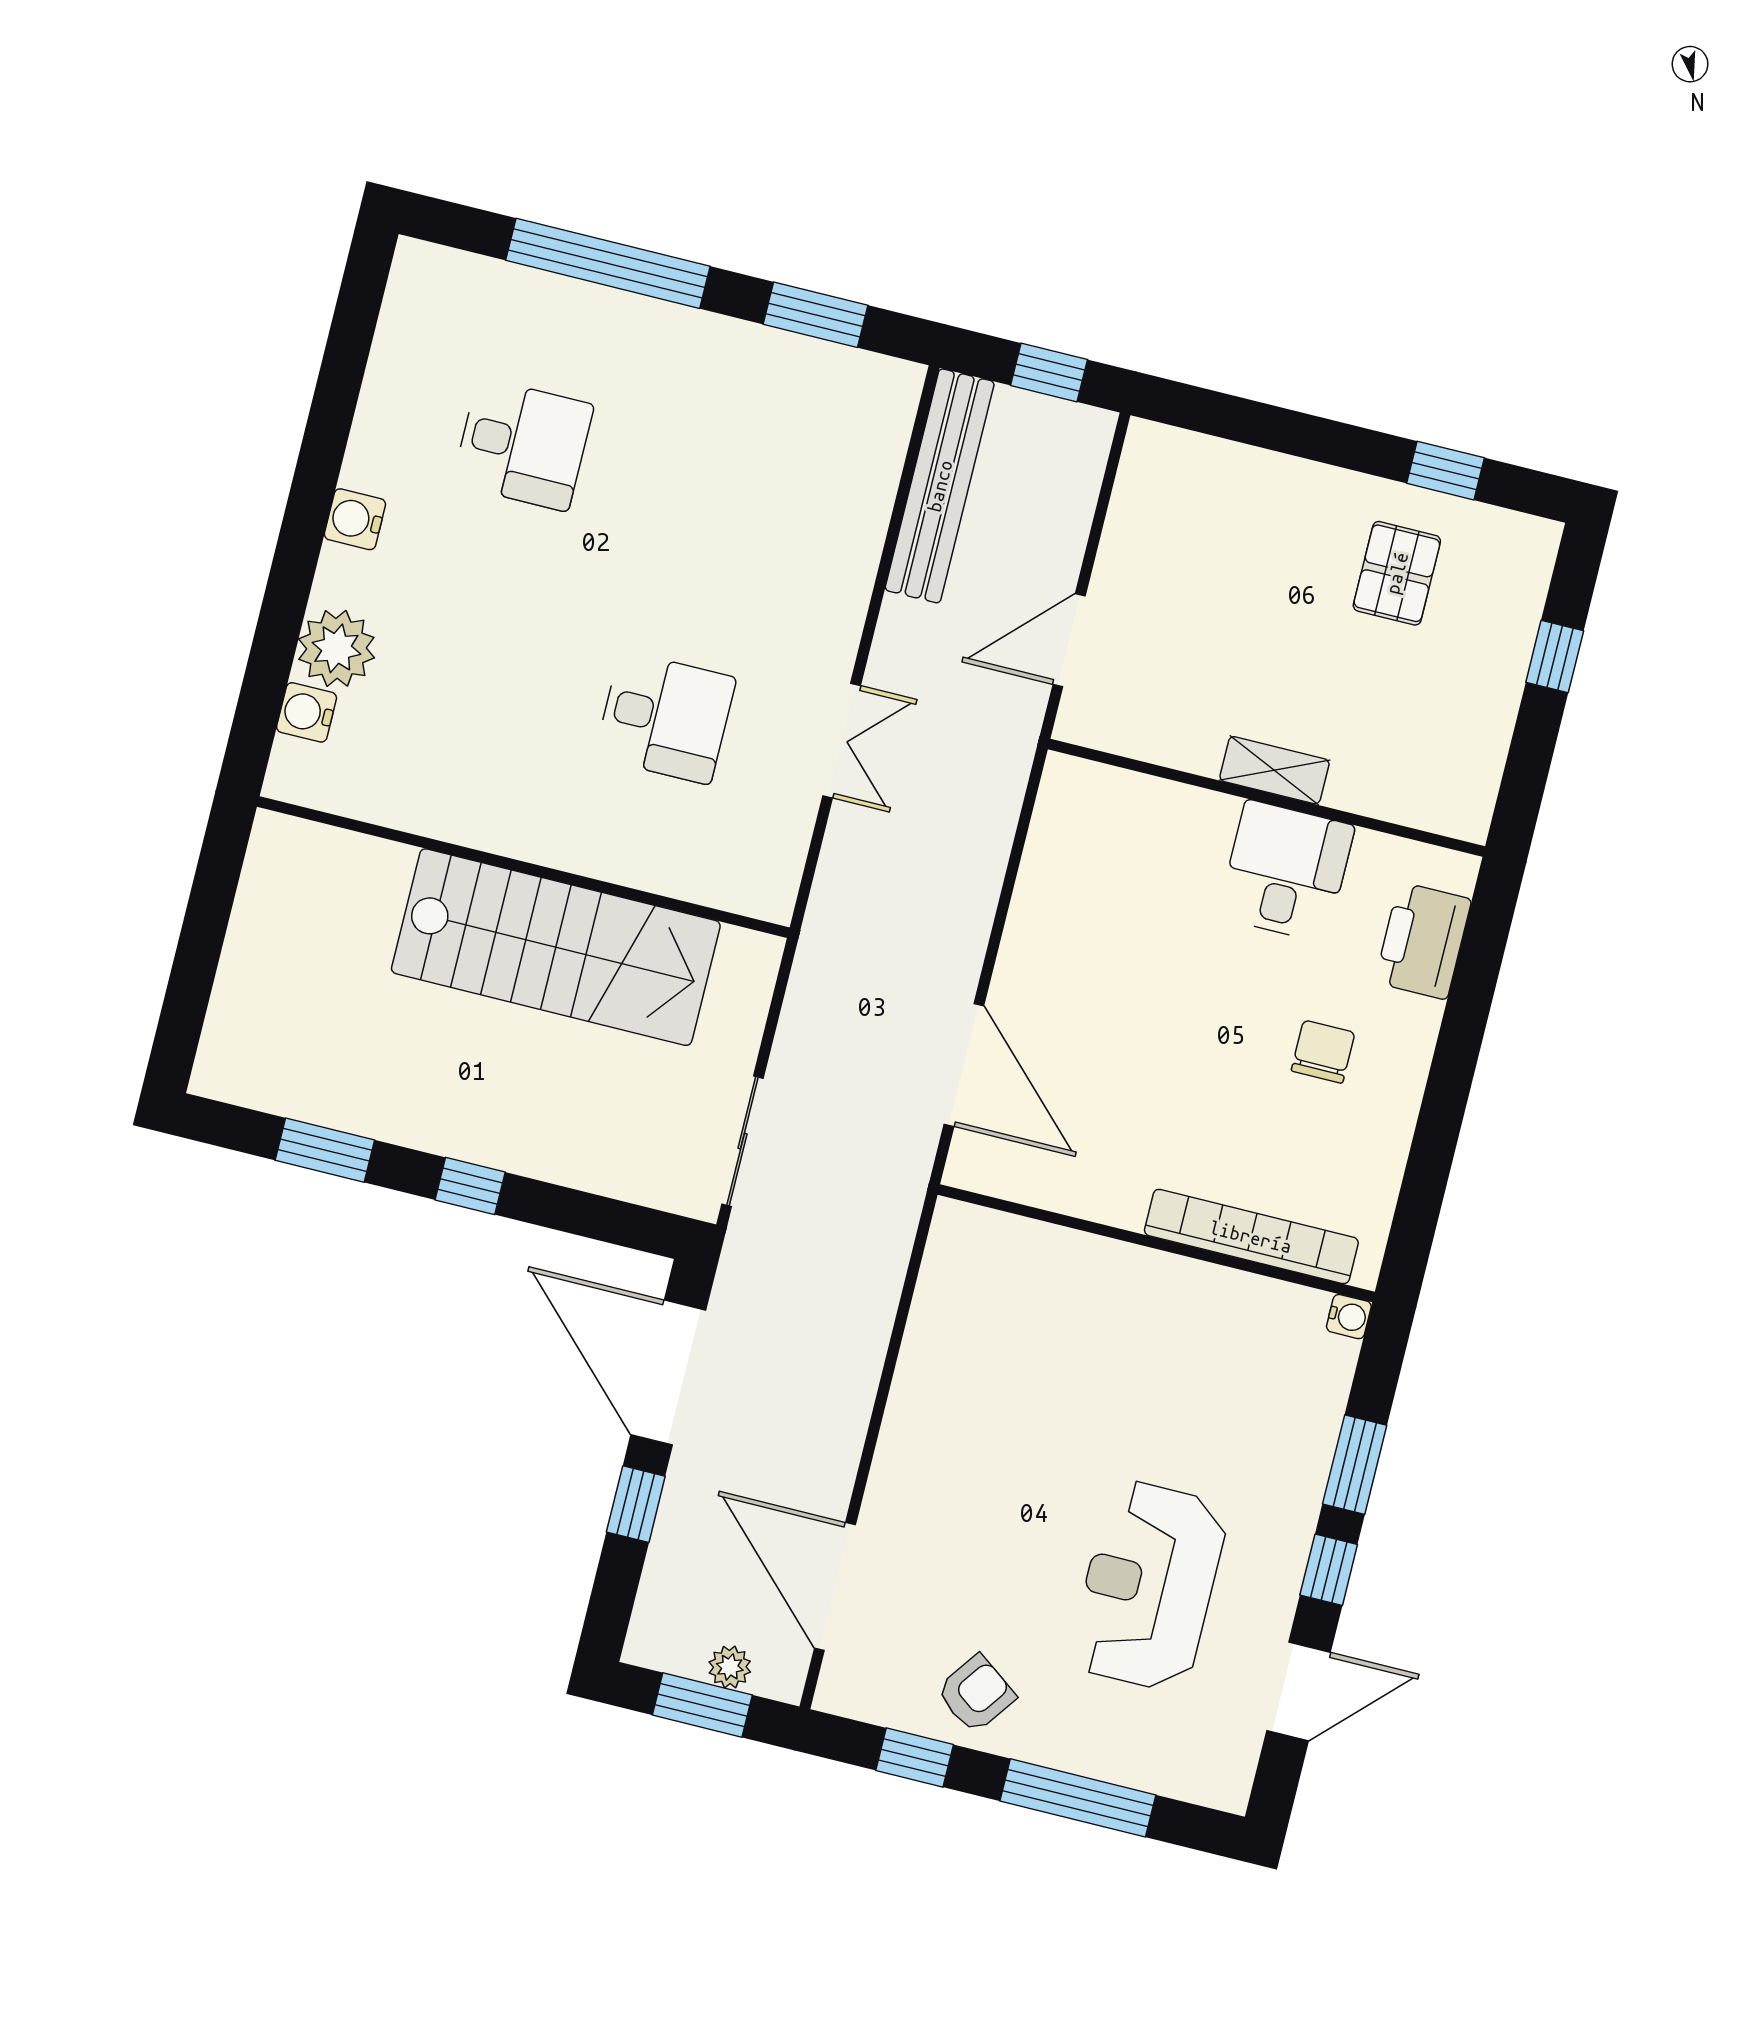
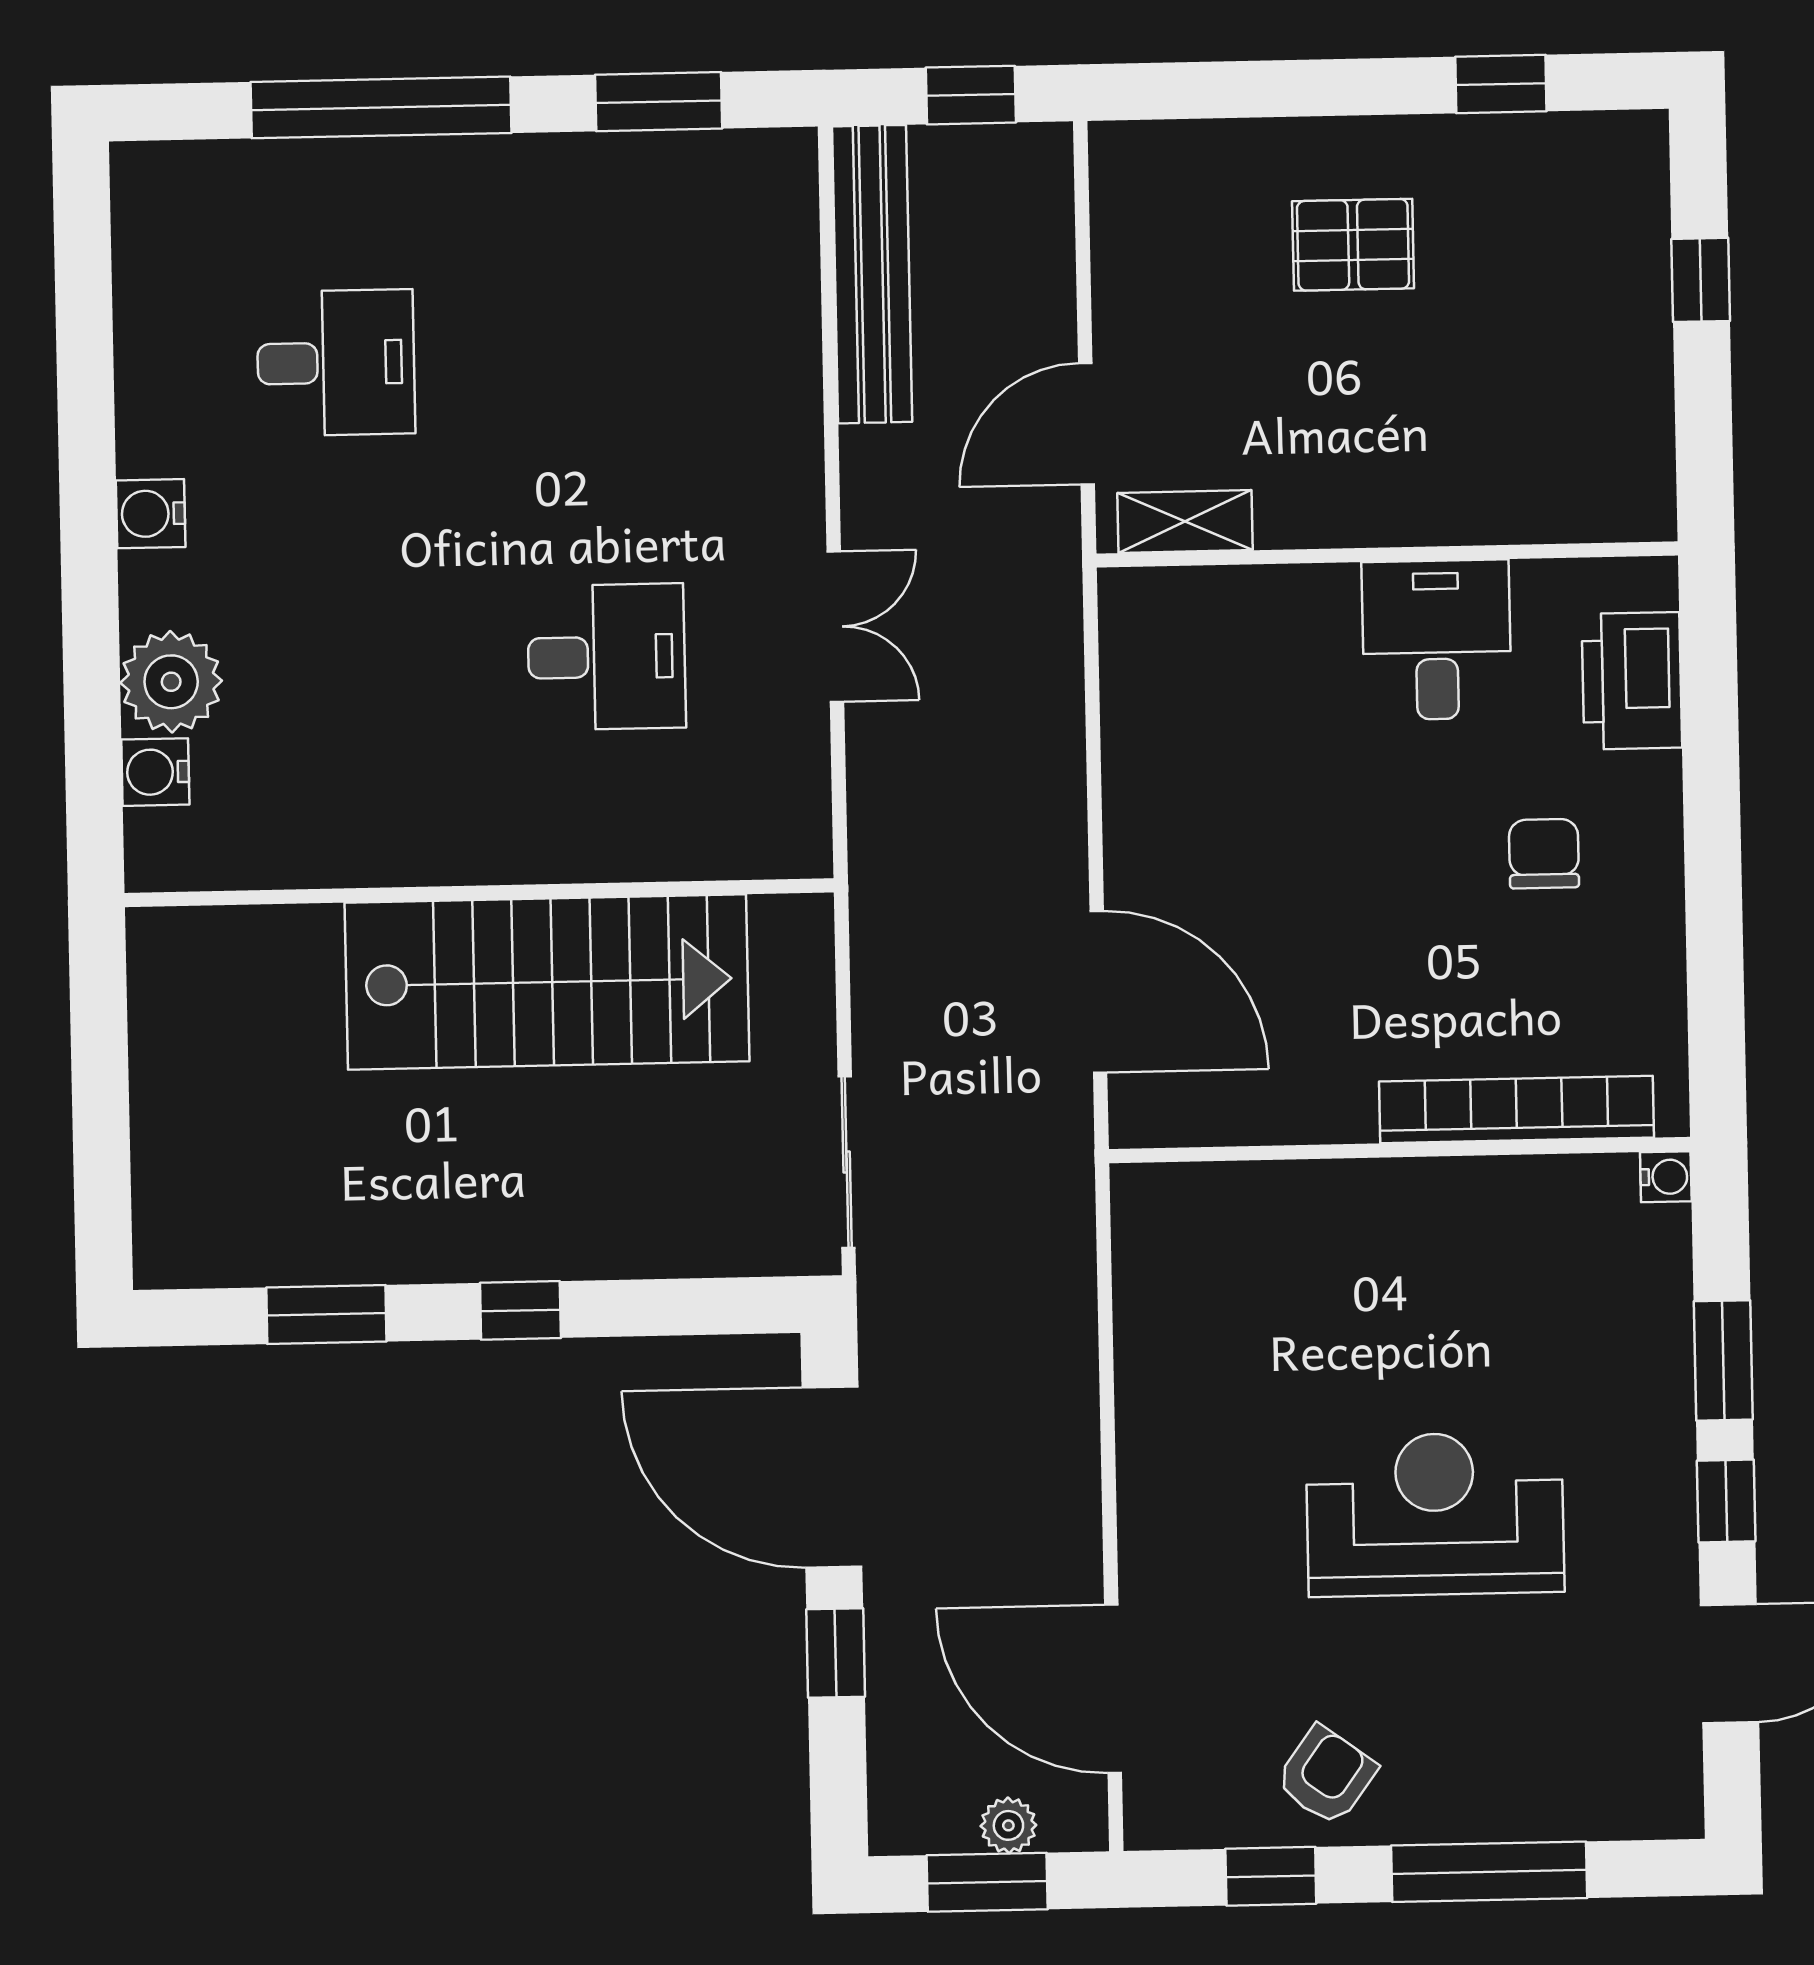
pallet: (1397, 573) -> (1353, 245), moved, turned 90
shelving: (1274, 770) -> (1185, 522), moved
reception desk: (1149, 1586) -> (1435, 1514), moved, turned 90

